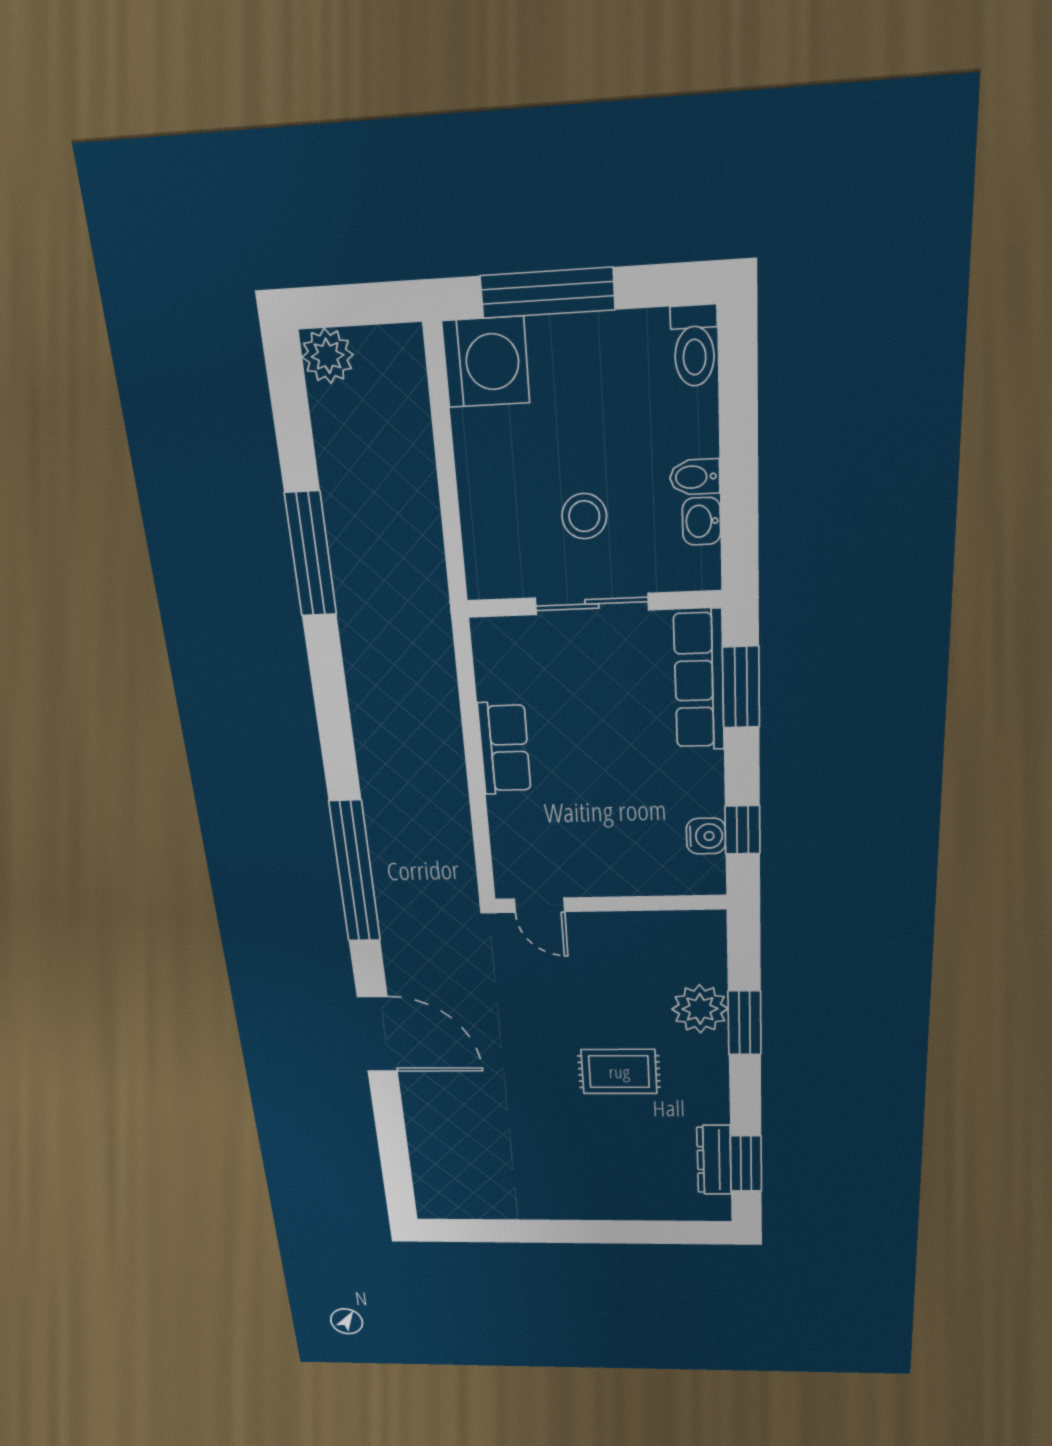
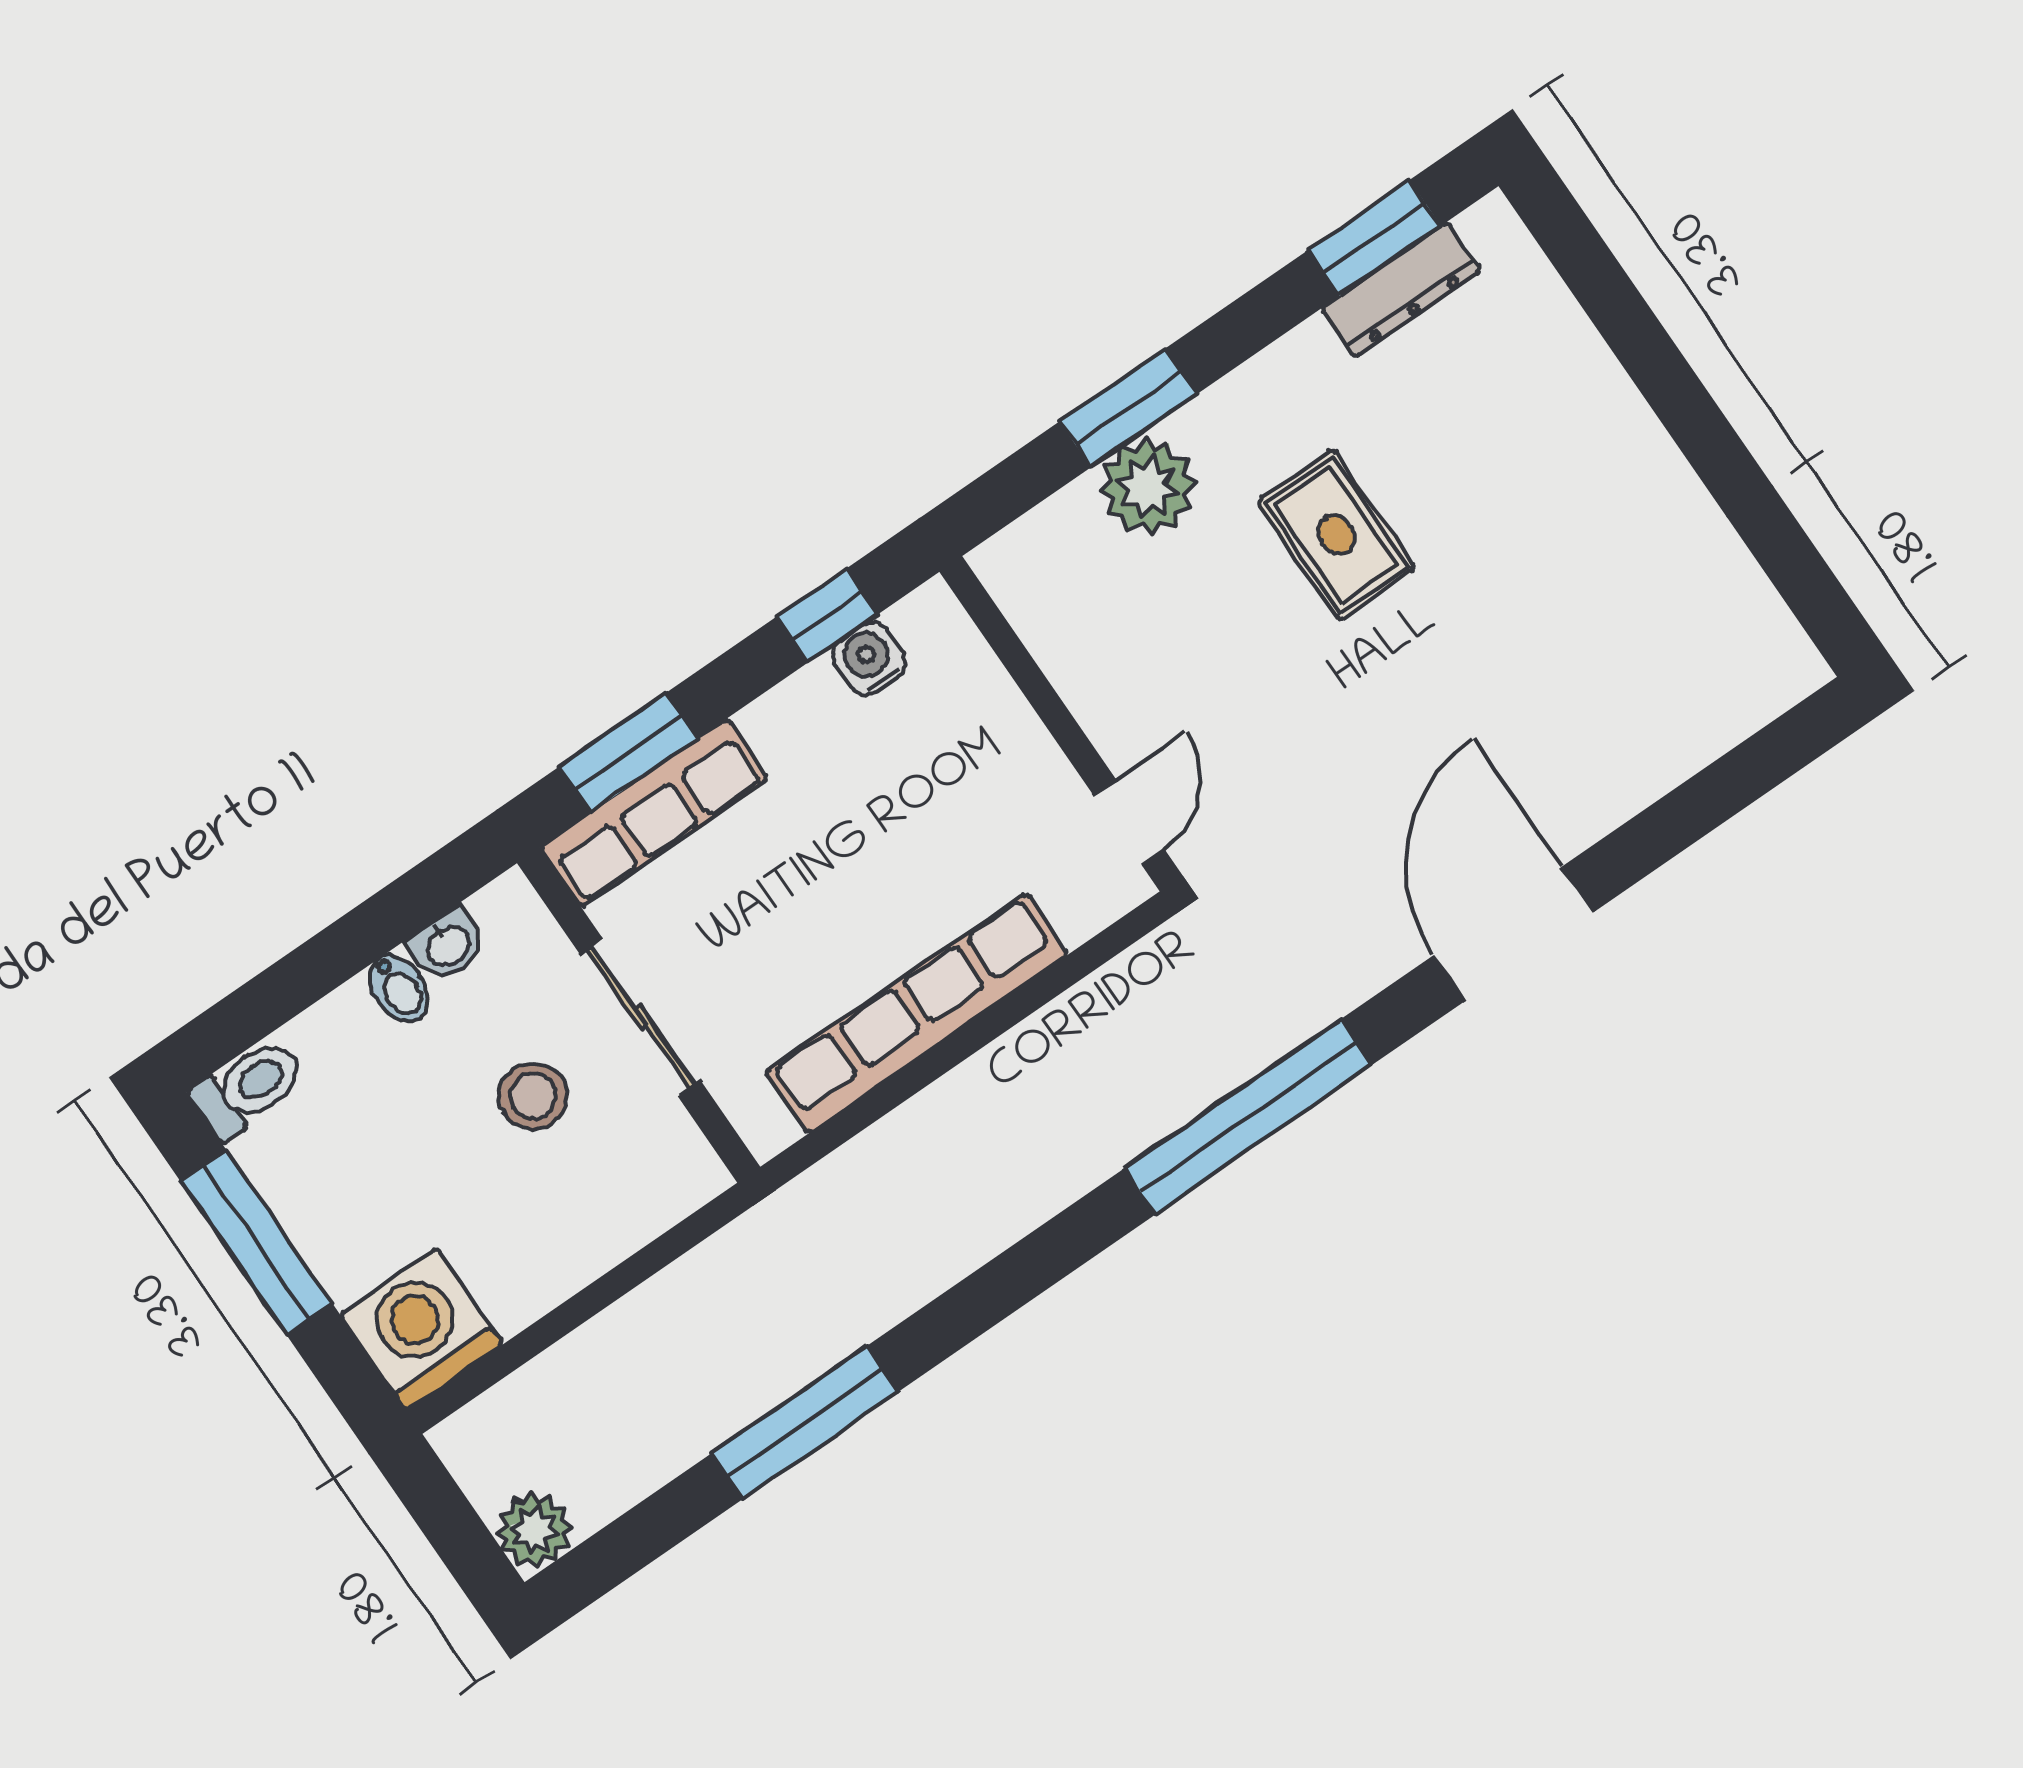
window: (548, 293) -> (256, 1242), moved
row of seats: (504, 748) -> (917, 1013), width x2.02

